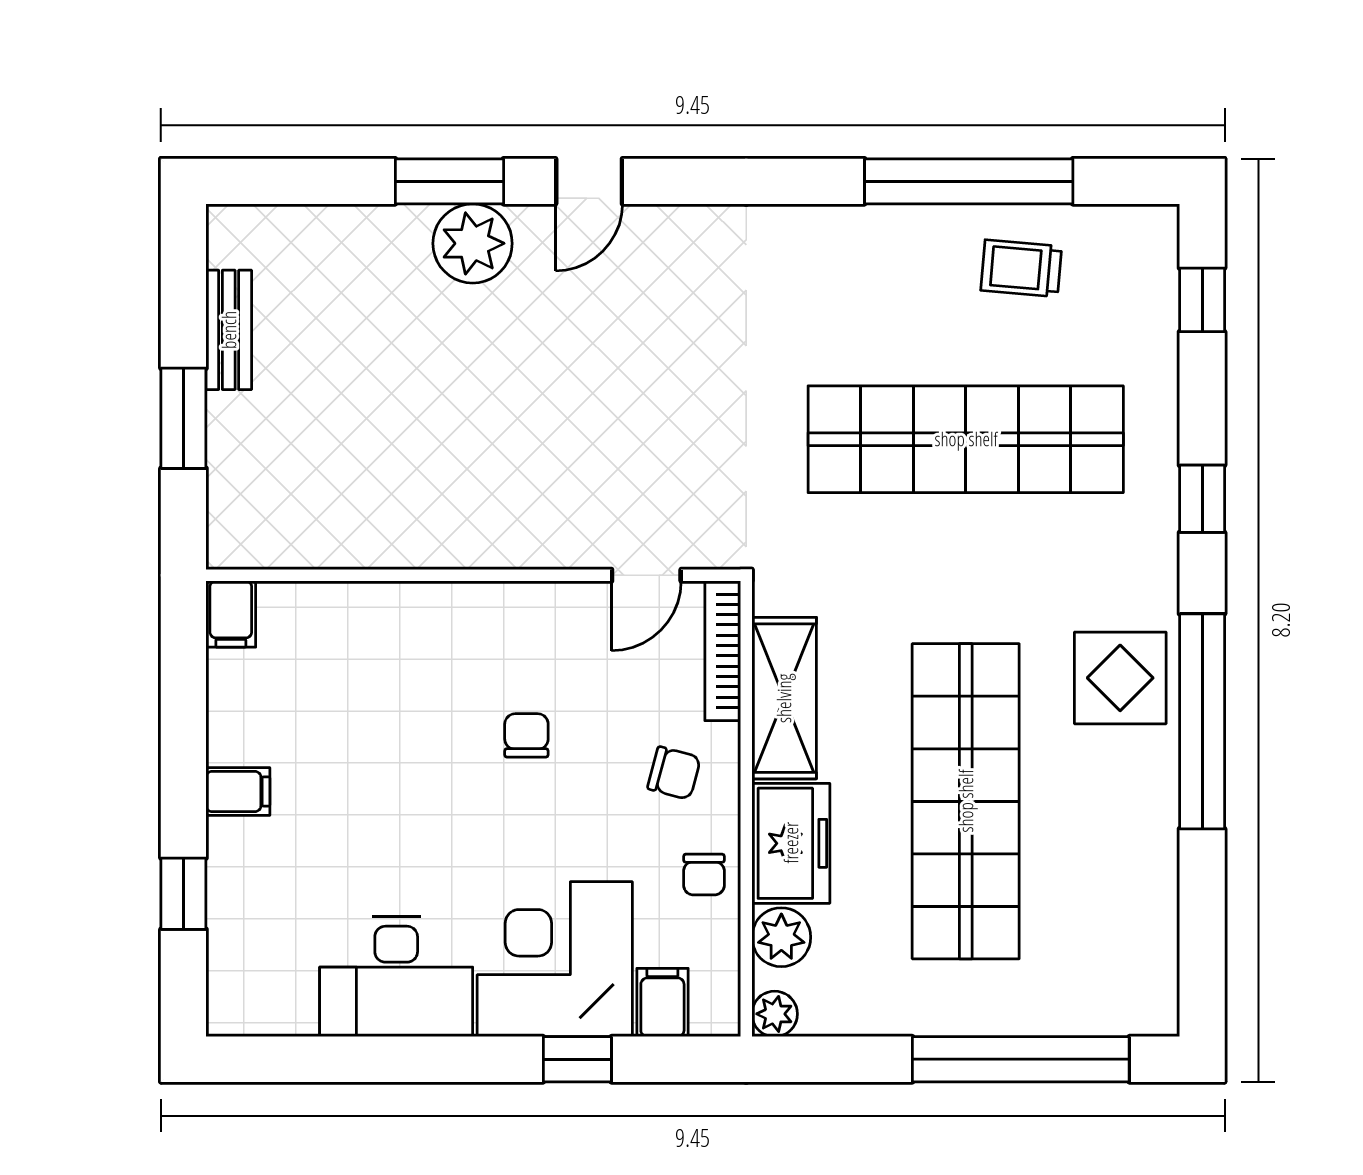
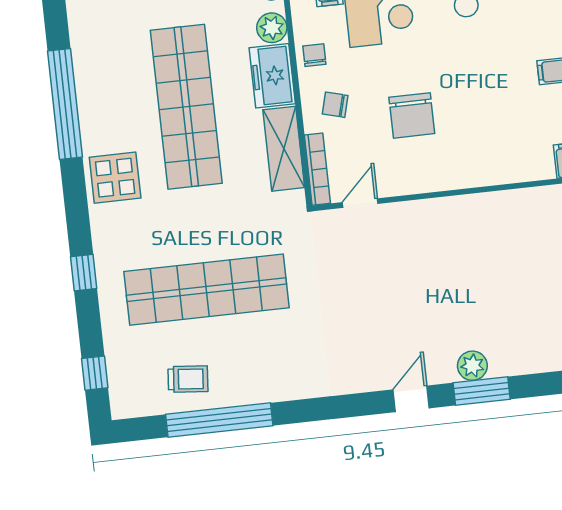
plant: (473, 243) -> (472, 366), width x0.73, depth x0.73
window: (1202, 721) -> (65, 104), moved
chair: (526, 735) -> (412, 115), width x1.87, depth x1.87

